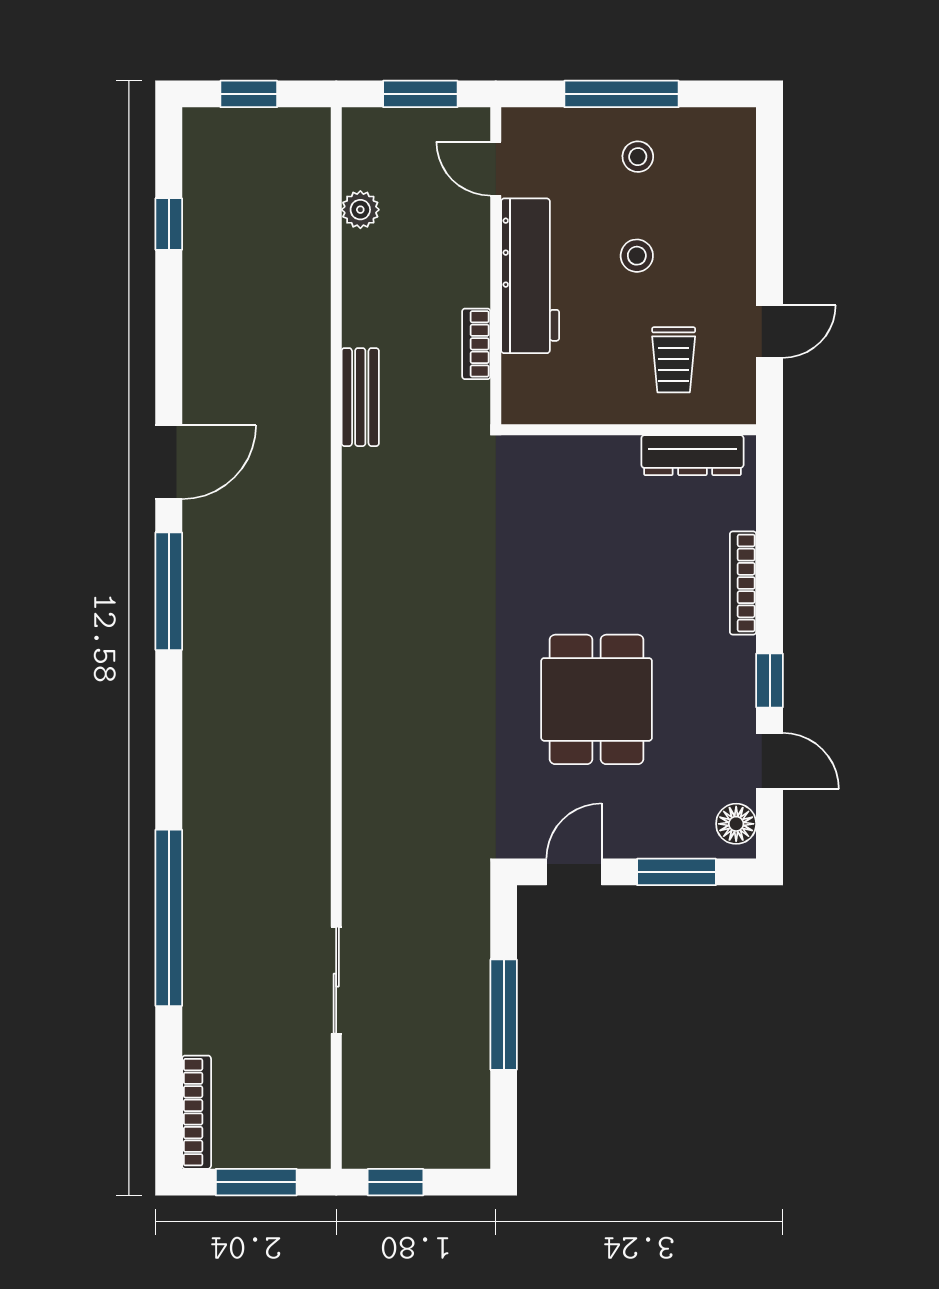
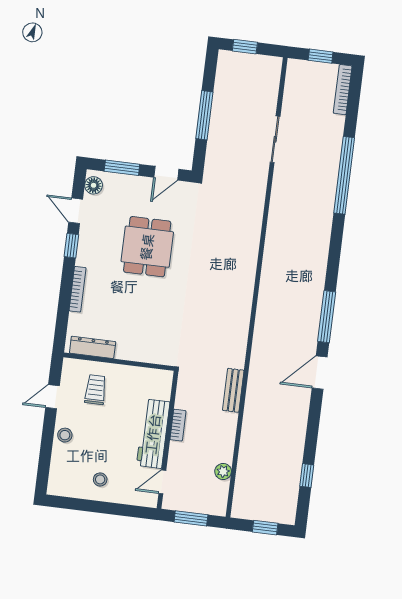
window: (622, 94) -> (104, 507), removed
door: (496, 169) -> (162, 482), swing flipped
stool: (637, 256) -> (65, 435), moved
bookcase: (476, 344) -> (178, 425), moved
window: (256, 1182) -> (321, 56), width x0.67
window: (396, 1182) -> (245, 47), moved

